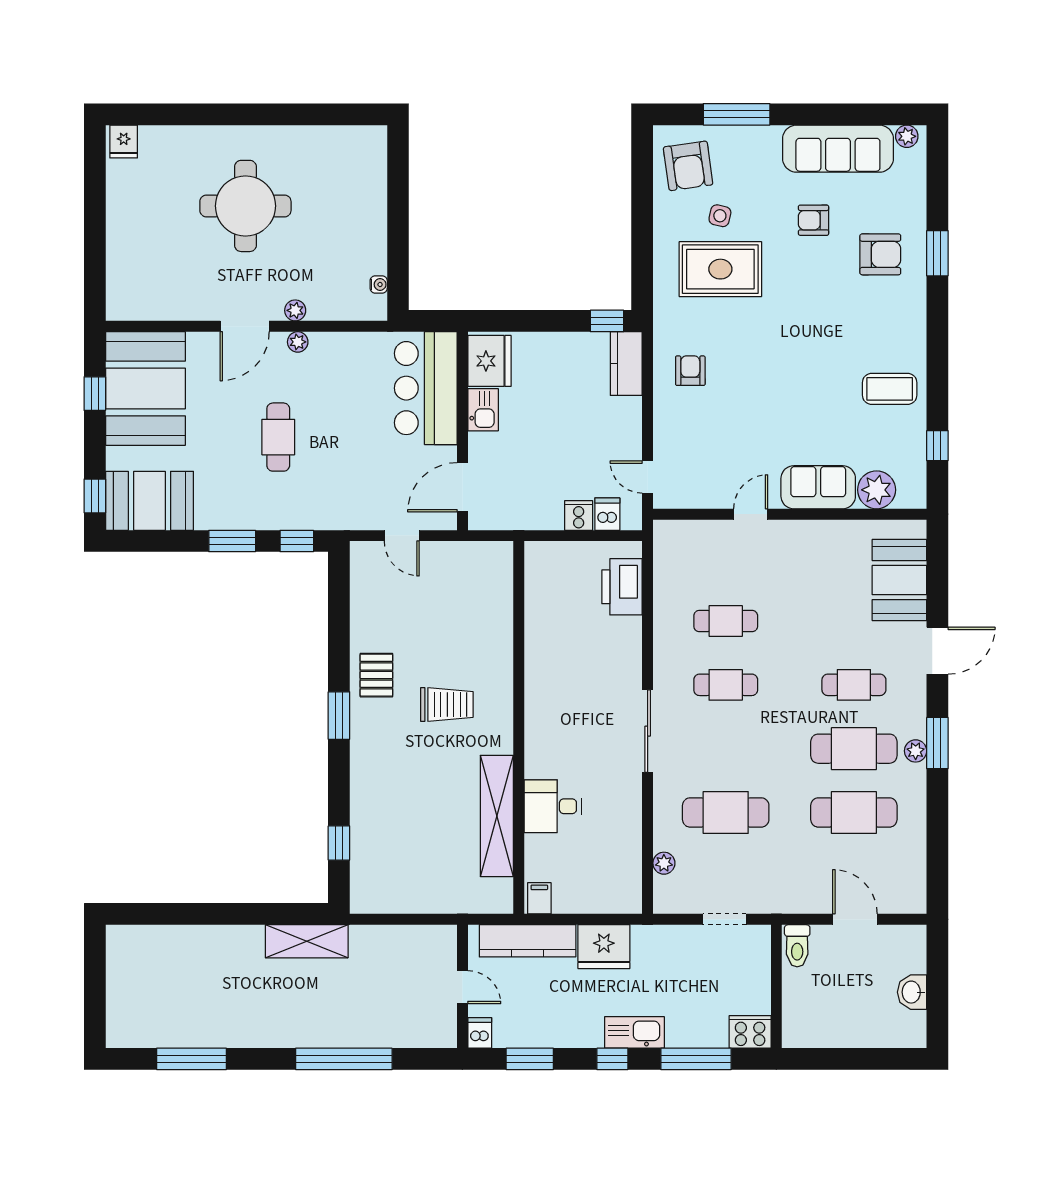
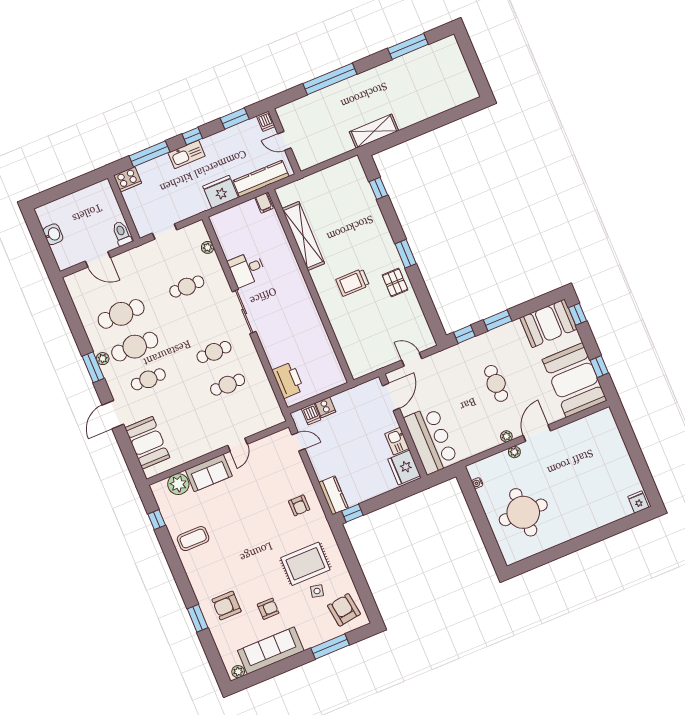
round table: (245, 206) -> (523, 512), moved
desk: (553, 806) -> (247, 269), moved, turned 180
cafe table: (726, 812) -> (187, 287), width x0.73, depth x0.74

